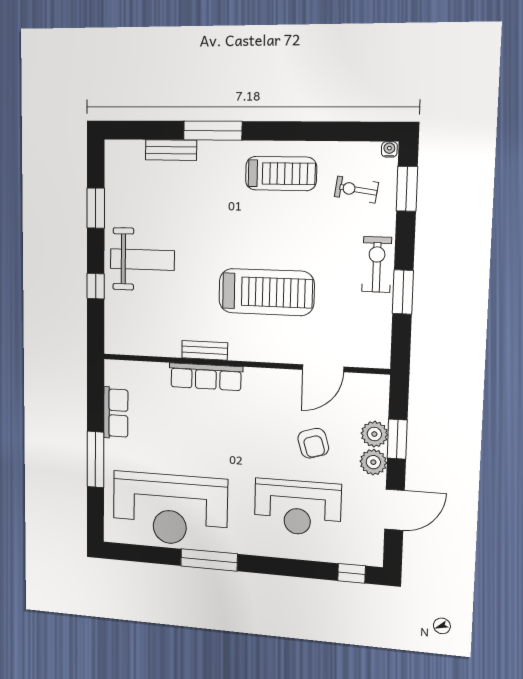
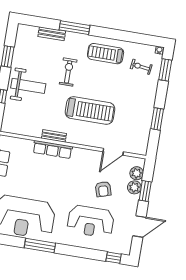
treadmill: (281, 174) -> (106, 54), turned 180
exercise bike: (377, 264) -> (68, 72), moved
plant: (373, 462) -> (137, 173), moved

